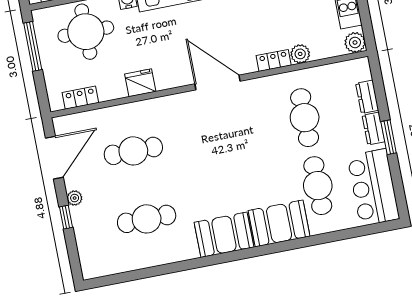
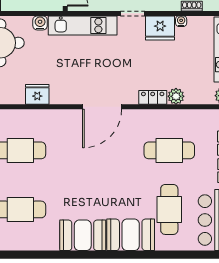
door: (218, 83) -> (102, 107), swing flipped
cafe table: (305, 118) -> (169, 150), turned 90

